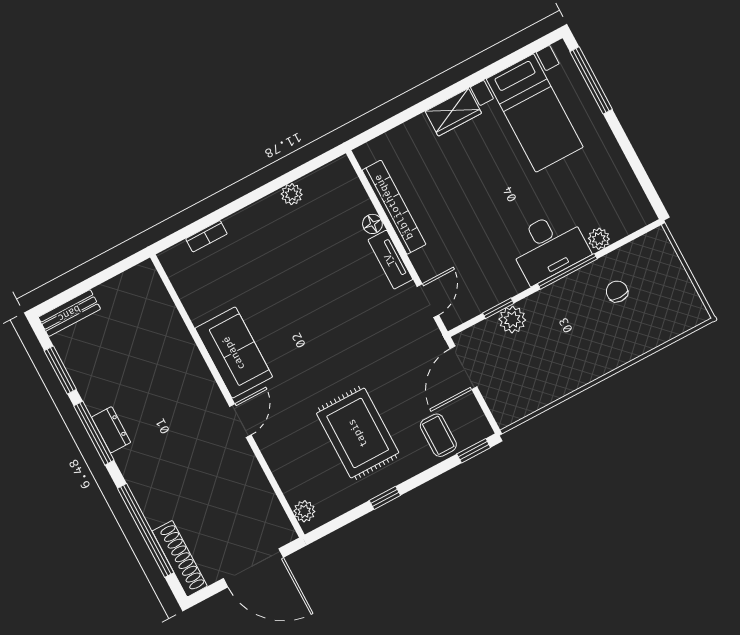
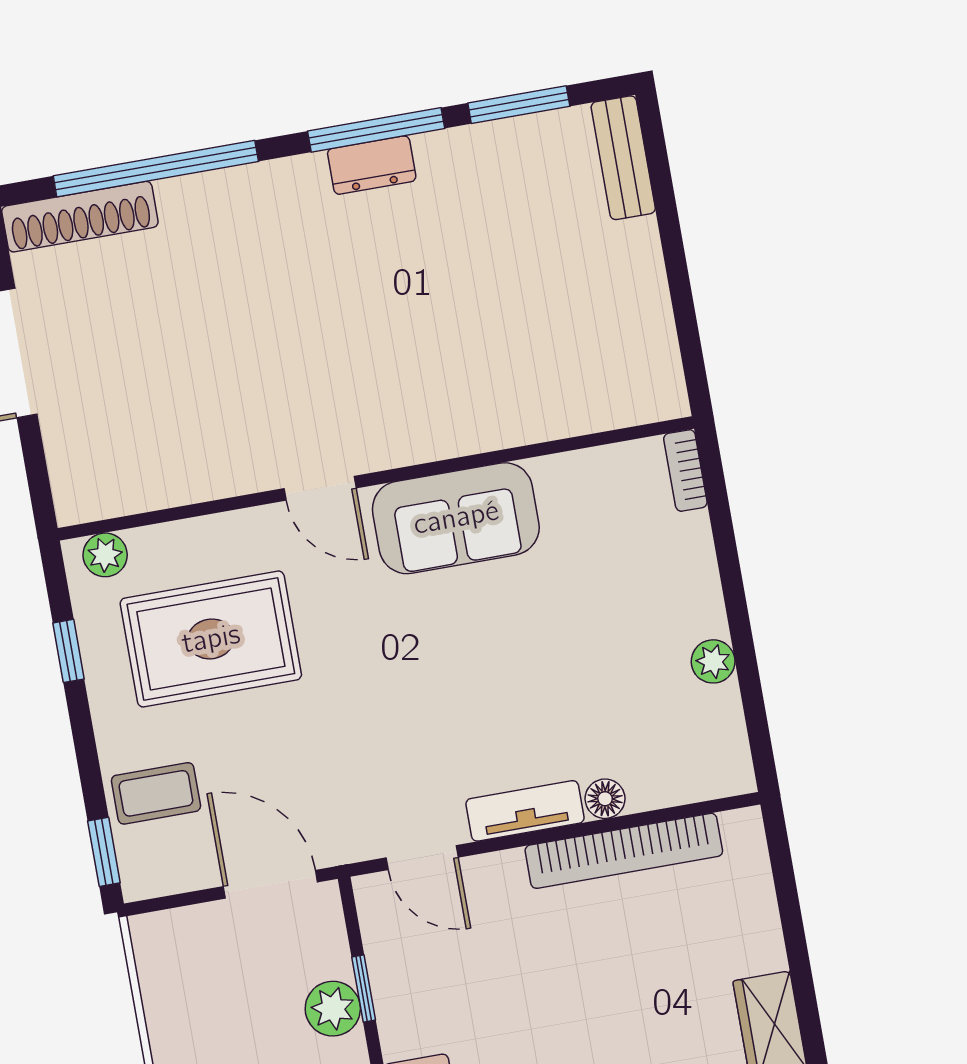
sofa: (234, 353) -> (456, 518), moved
wall: (227, 396) -> (376, 478), moved
door: (240, 421) -> (320, 488), moved
plant: (304, 511) -> (105, 555), moved

